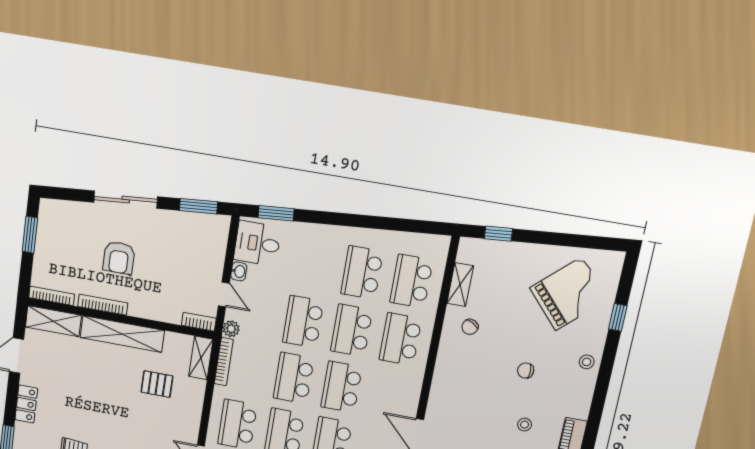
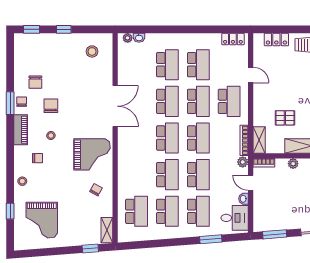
window: (276, 213) -> (211, 239), moved
shelving: (460, 285) -> (107, 230), moved
grand piano: (569, 294) -> (42, 220), turned -48
plant: (154, 312) -> (293, 164), added
school desk: (400, 339) -> (198, 211), moved
chair: (526, 371) -> (37, 158), moved
grand piano: (465, 384) -> (92, 154), added

